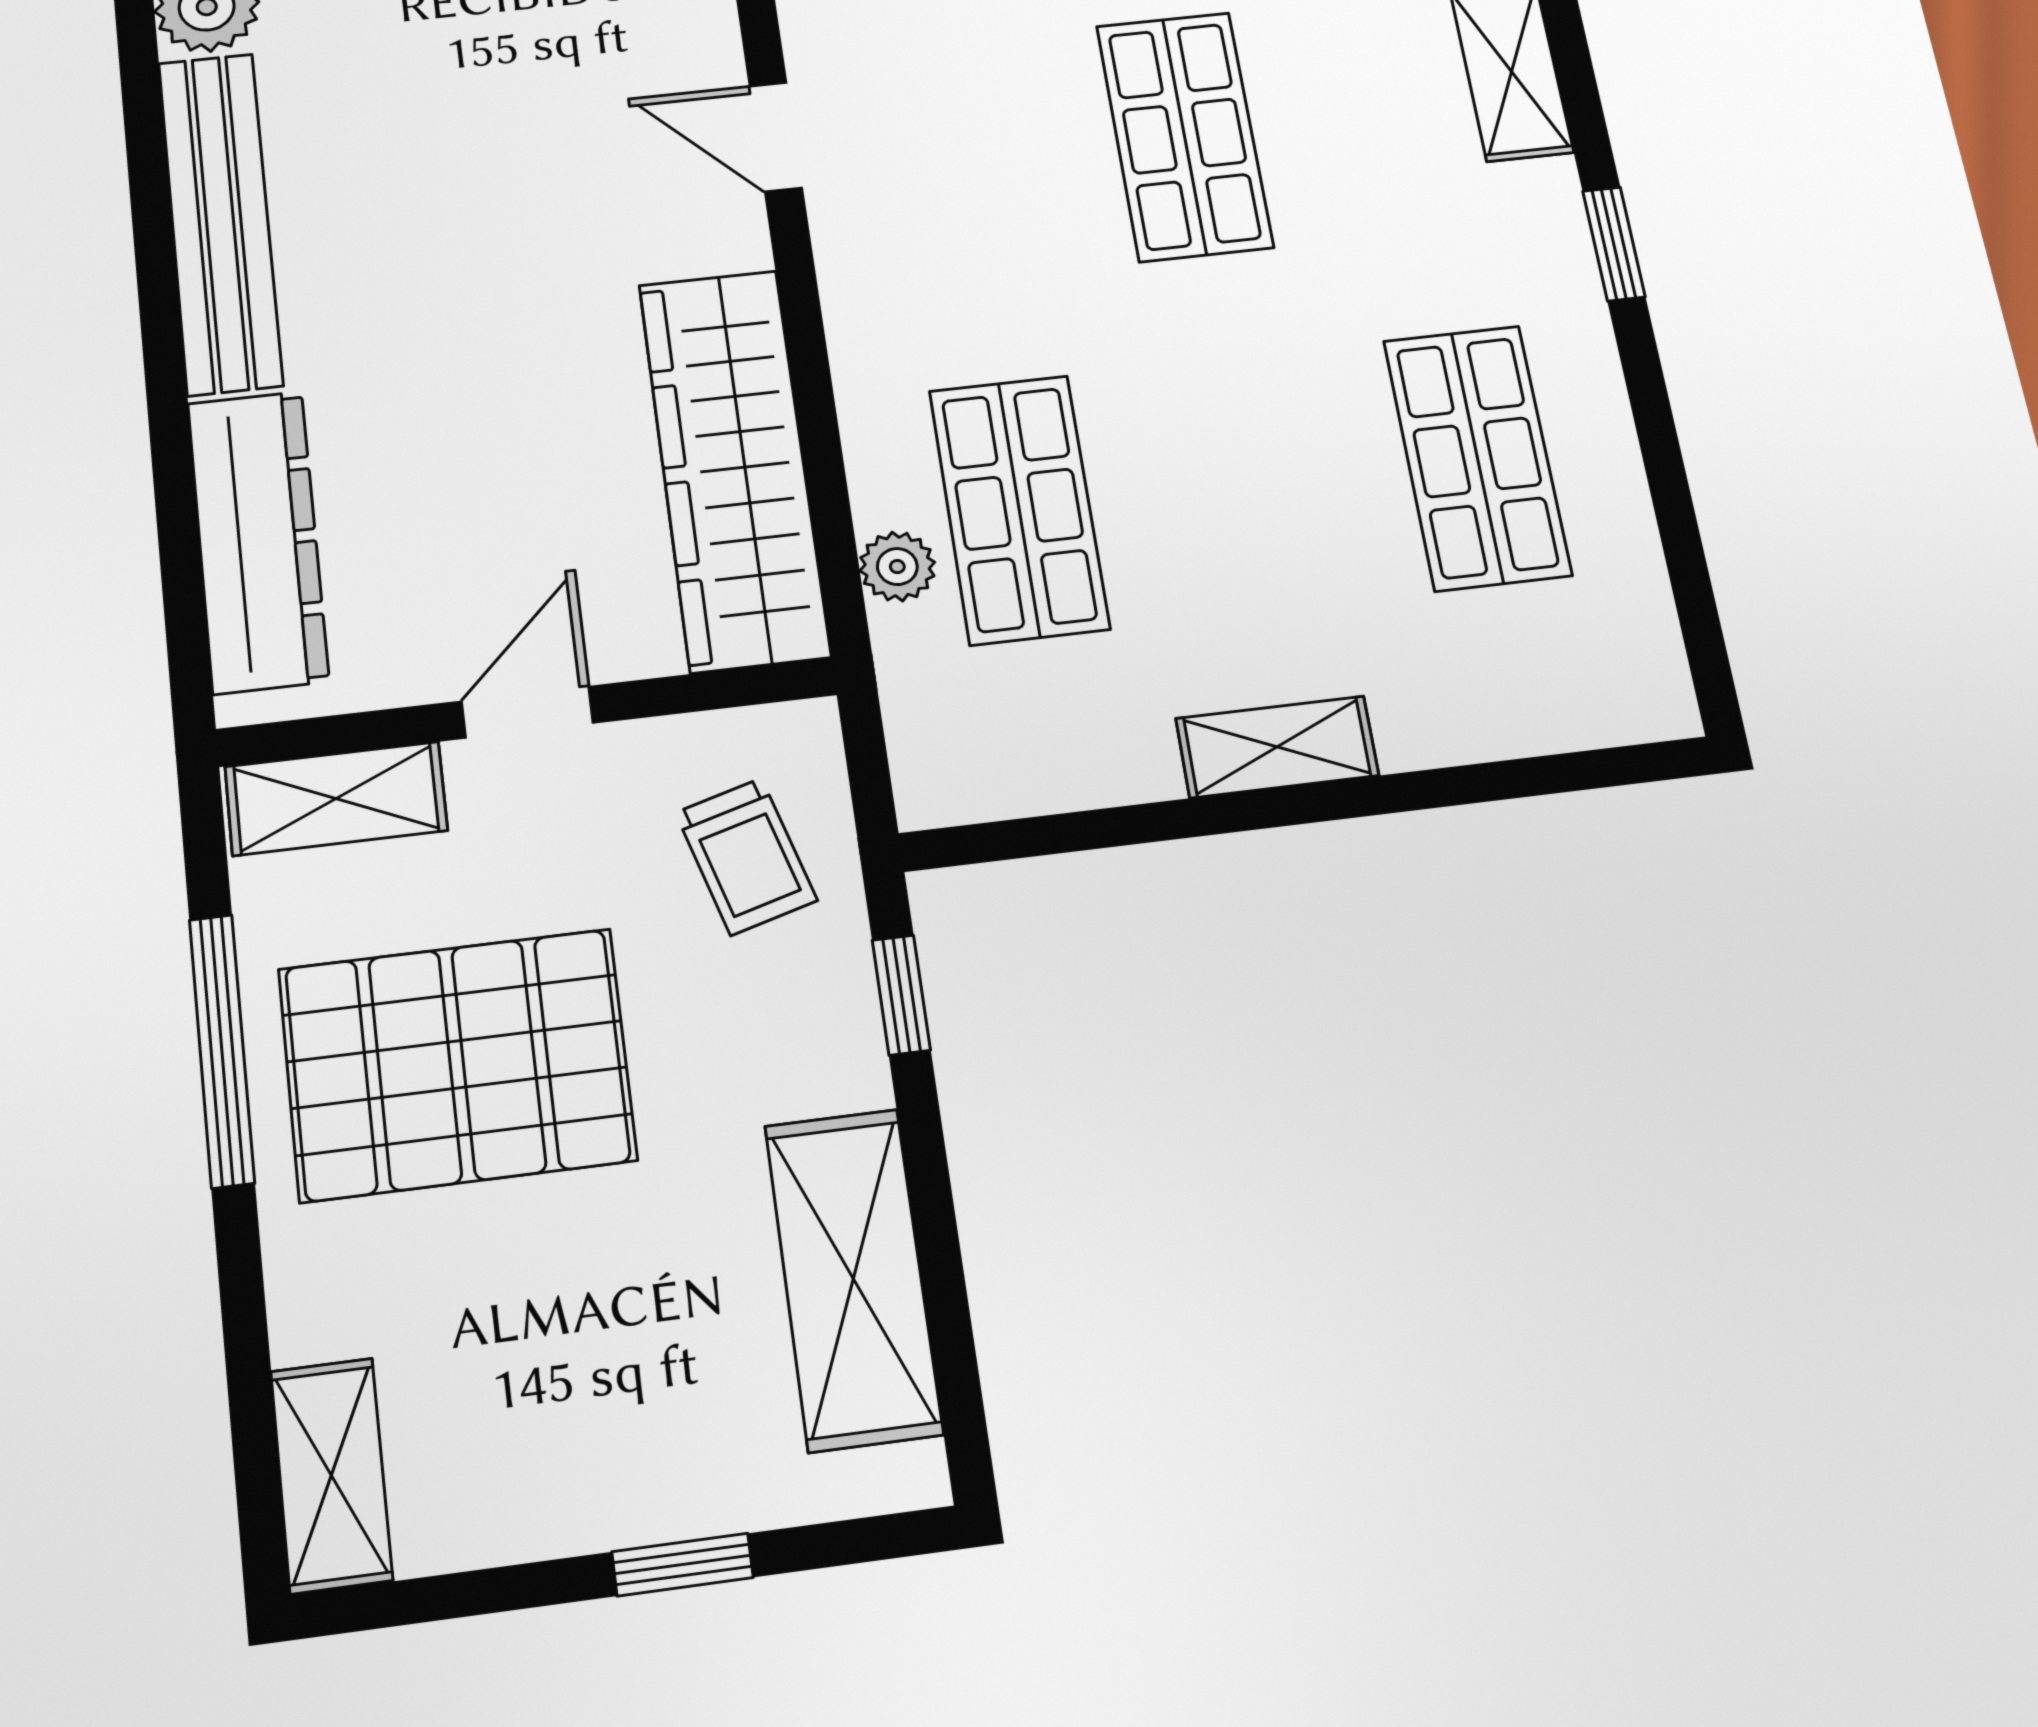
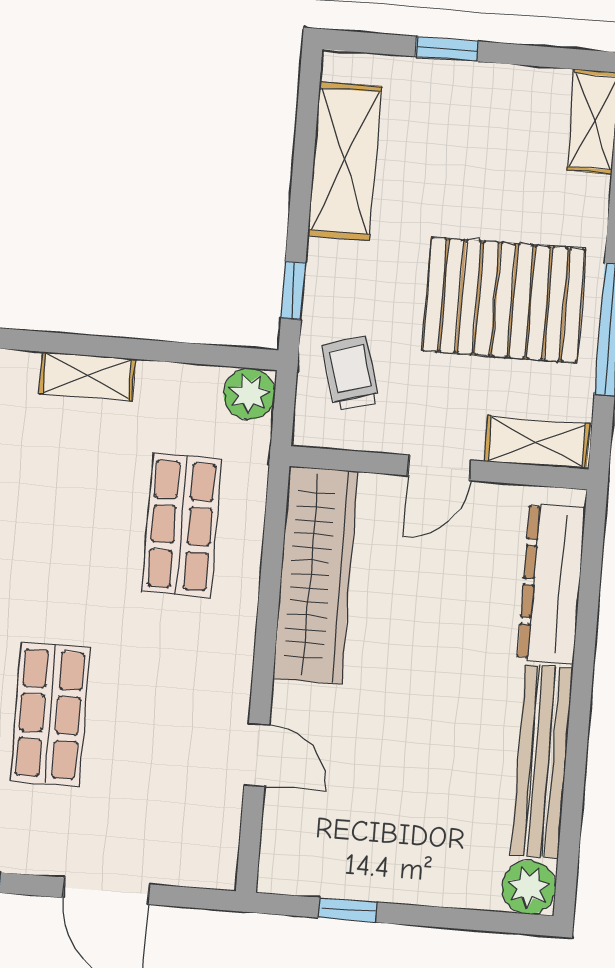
plant: (897, 567) -> (249, 394), moved, width x1.38, depth x1.38

